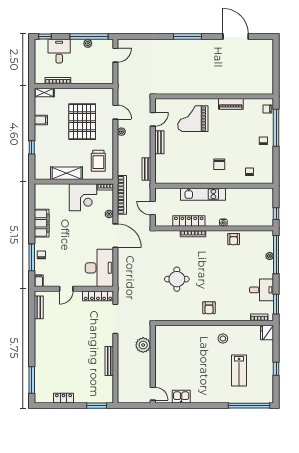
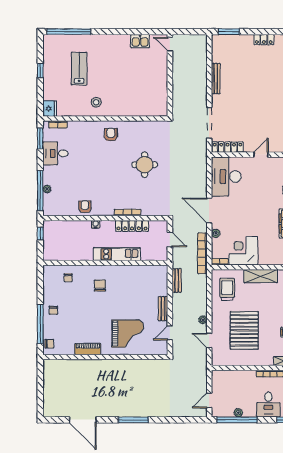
plant: (143, 345) -> (180, 95), removed

